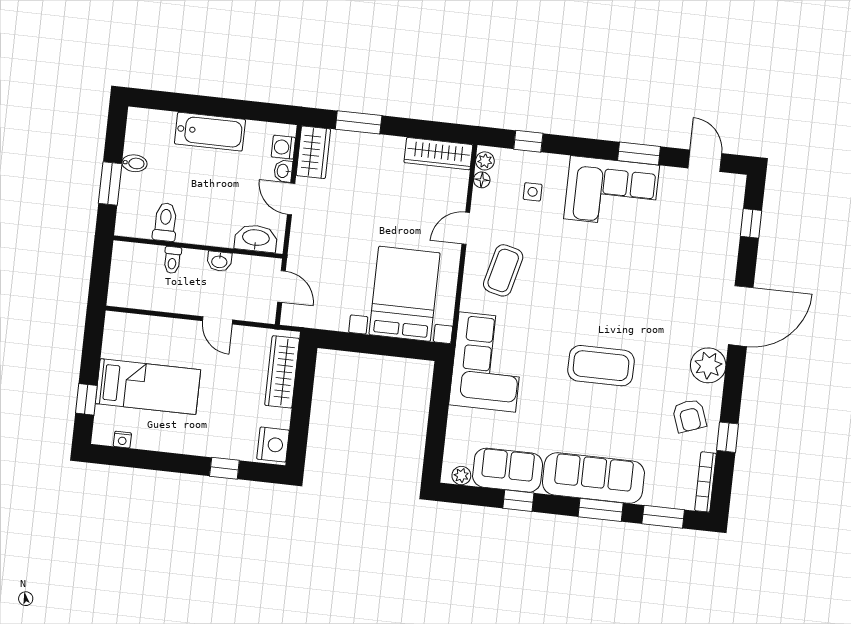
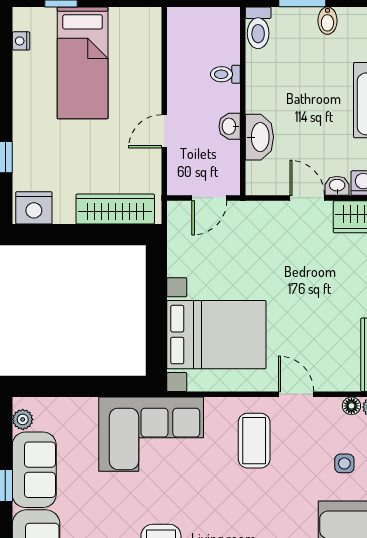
door: (291, 199) -> (307, 198), hinge flipped
toilet: (165, 222) -> (258, 28), moved, turned 90
washbasin: (256, 238) -> (259, 137), moved
coffee table: (503, 270) -> (254, 441), turned 76

